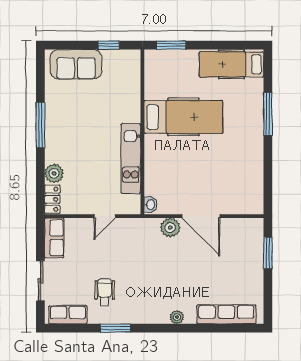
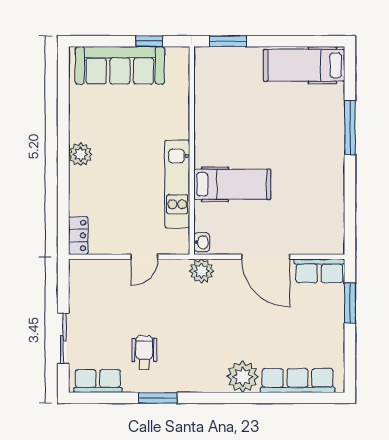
sofa: (76, 64) -> (120, 65), width x1.36
hospital bed: (183, 117) -> (232, 184), moved, width x0.73, depth x0.78
window: (40, 125) -> (63, 142), removed
plant: (54, 173) -> (80, 154), moved
plant: (170, 227) -> (201, 271), moved
row of seats: (54, 238) -> (319, 271), moved, turned 90
plant: (177, 317) -> (243, 377), width x1.88, depth x1.88

